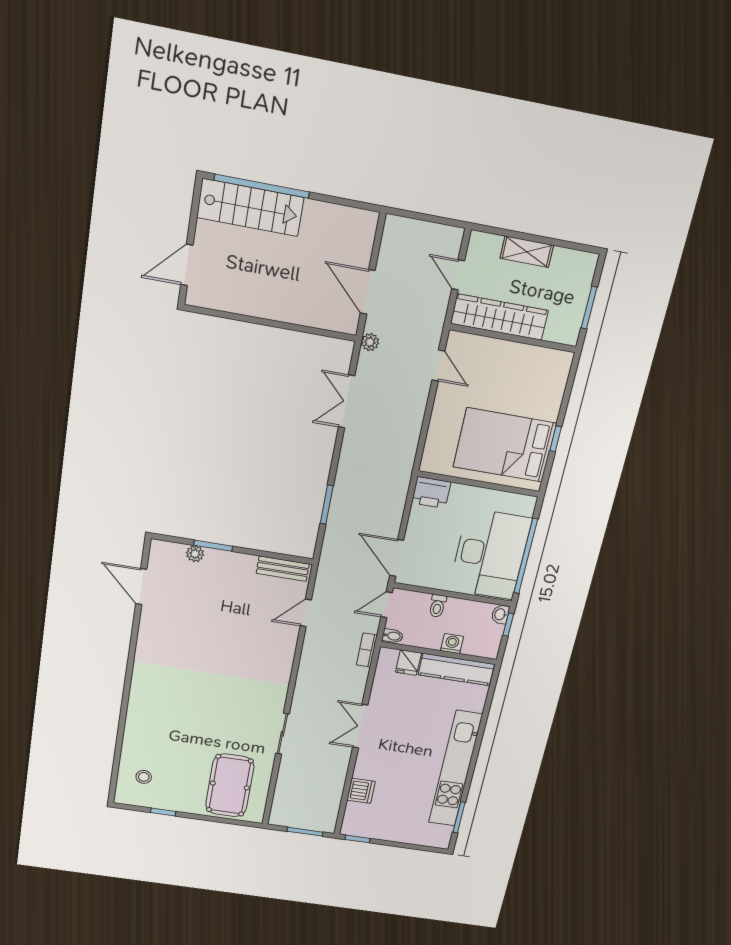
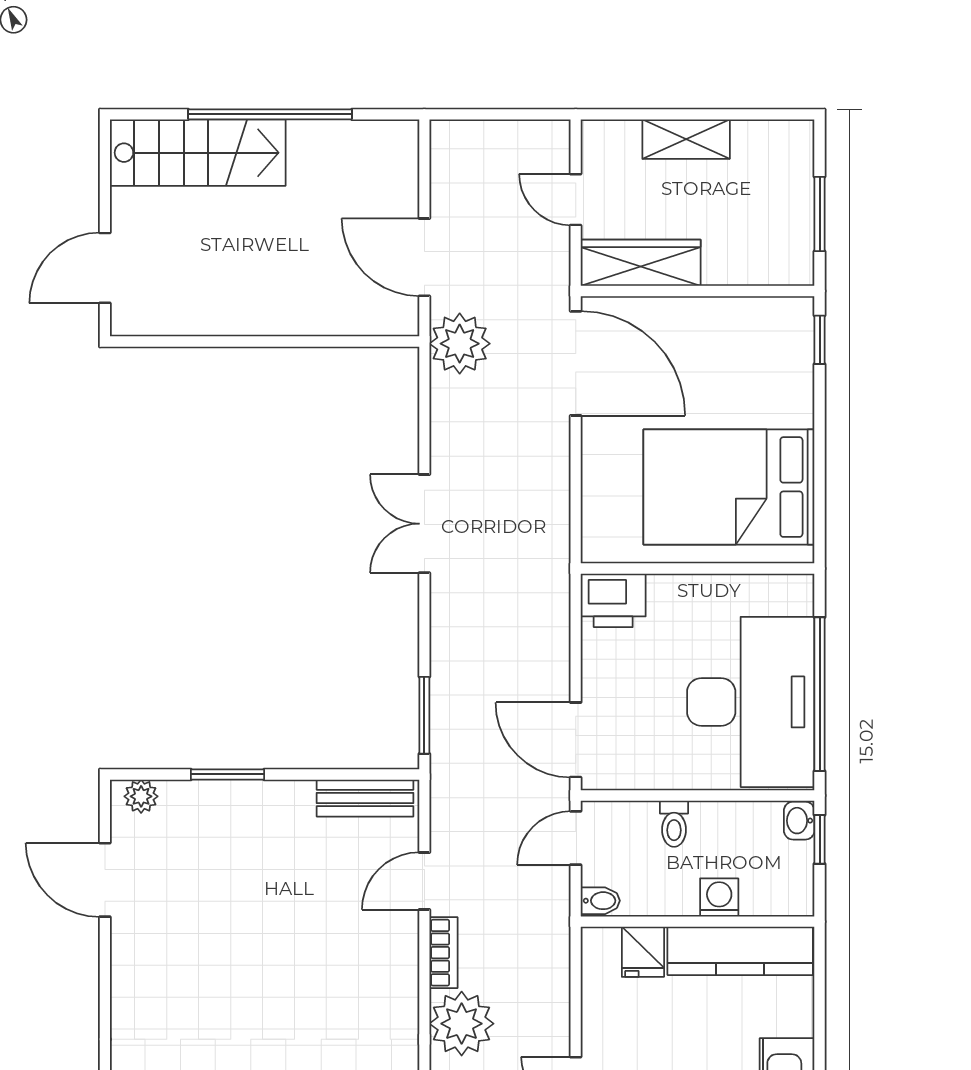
window: (262, 186) -> (270, 114), moved
wardrobe: (499, 317) -> (641, 263), width x0.71, depth x0.85
plant: (370, 342) -> (460, 344), width x1.87, depth x1.87
door: (438, 366) -> (576, 363), width x1.88
double door: (347, 401) -> (424, 524), moved
window: (556, 439) -> (820, 340), moved
window: (327, 505) -> (424, 715), moved
plant: (195, 554) -> (141, 796), moved
bookcase: (367, 650) -> (444, 953), moved, turned 180
plant: (312, 681) -> (462, 1024), added

